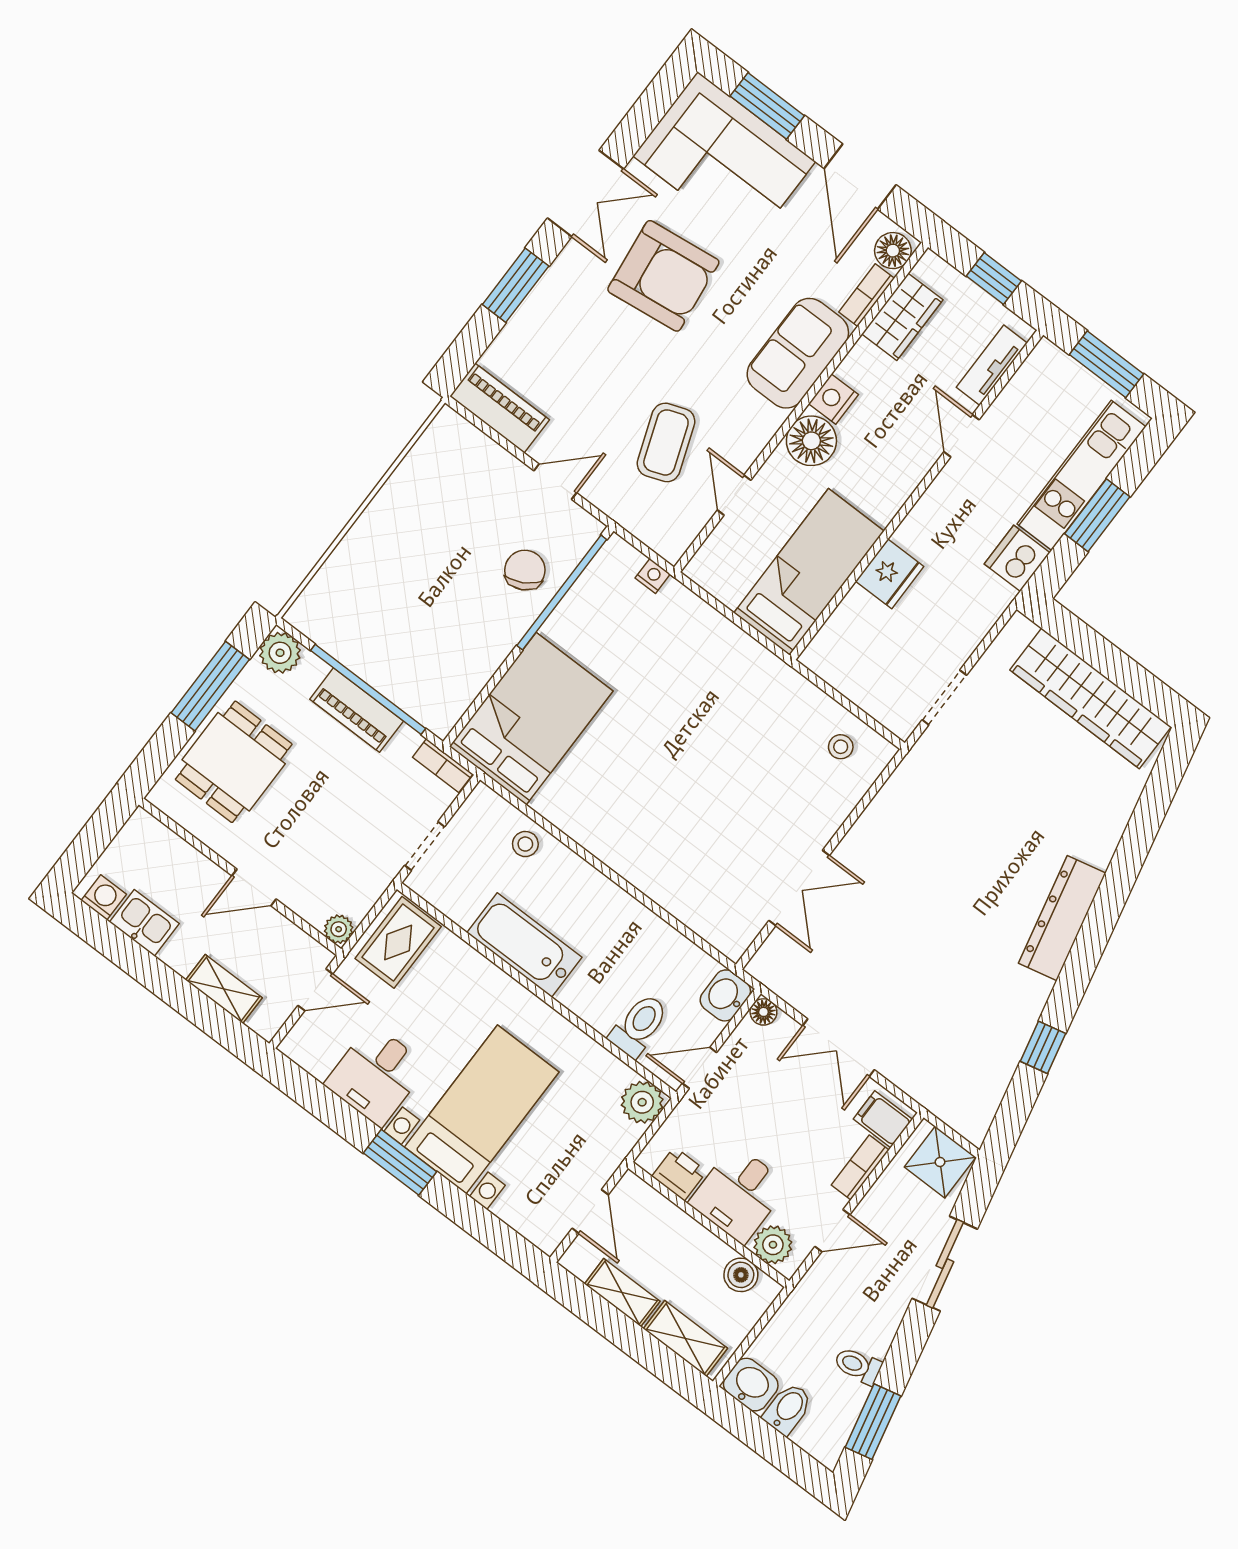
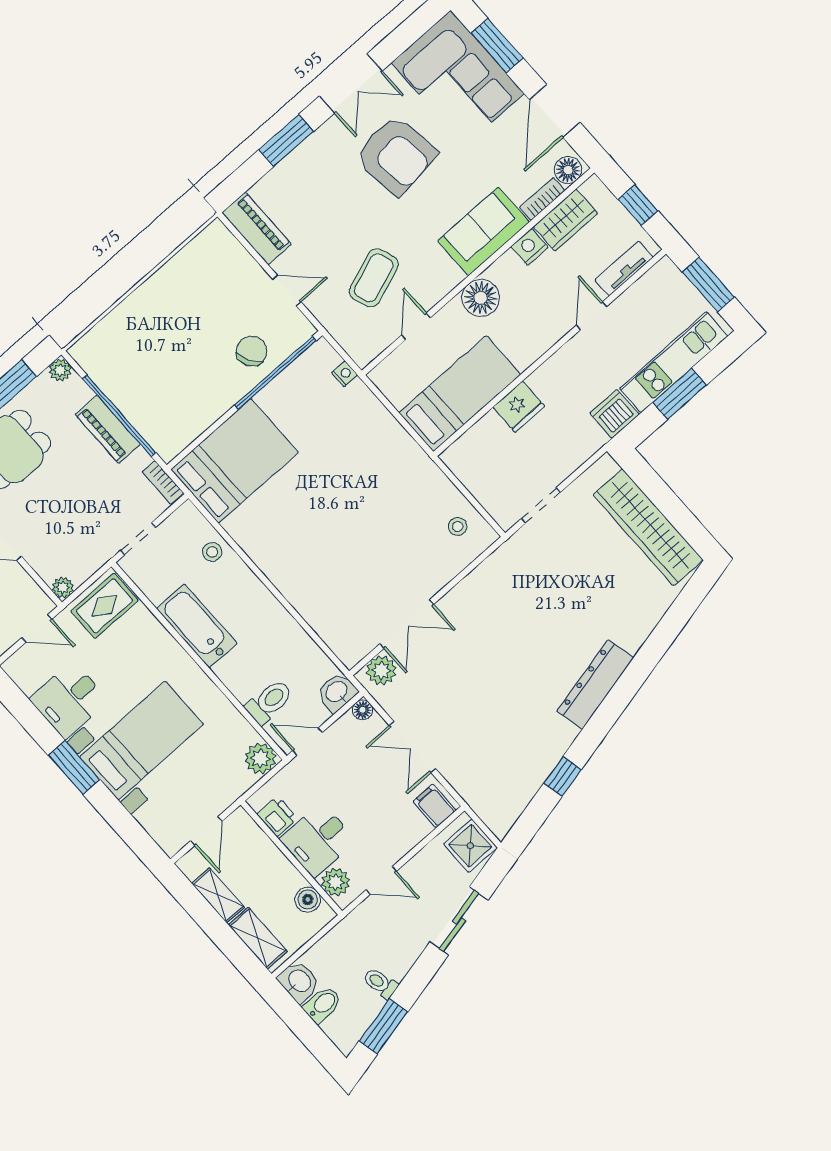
nightstand: (833, 399) -> (529, 247), moved
plant: (280, 653) -> (60, 370), width x0.73, depth x0.73
plant: (778, 955) -> (381, 670), added
bookcase: (860, 1168) -> (411, 838), removed

